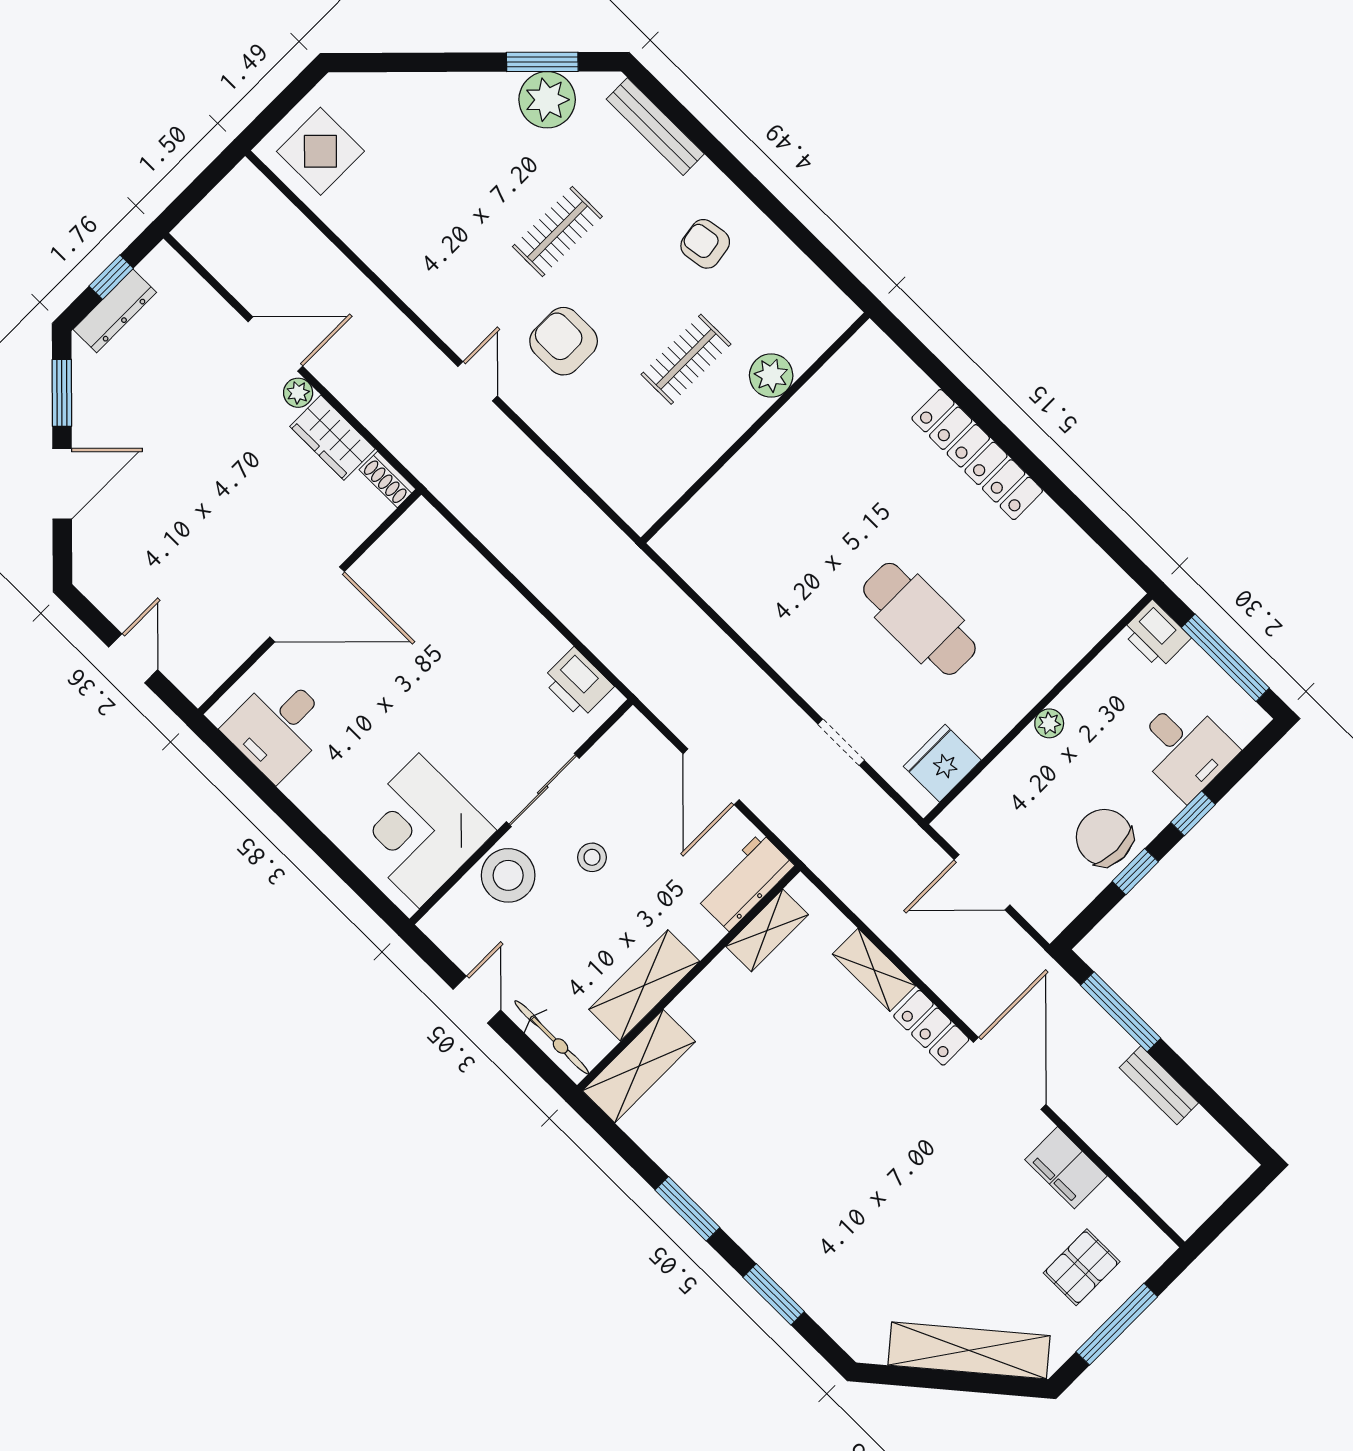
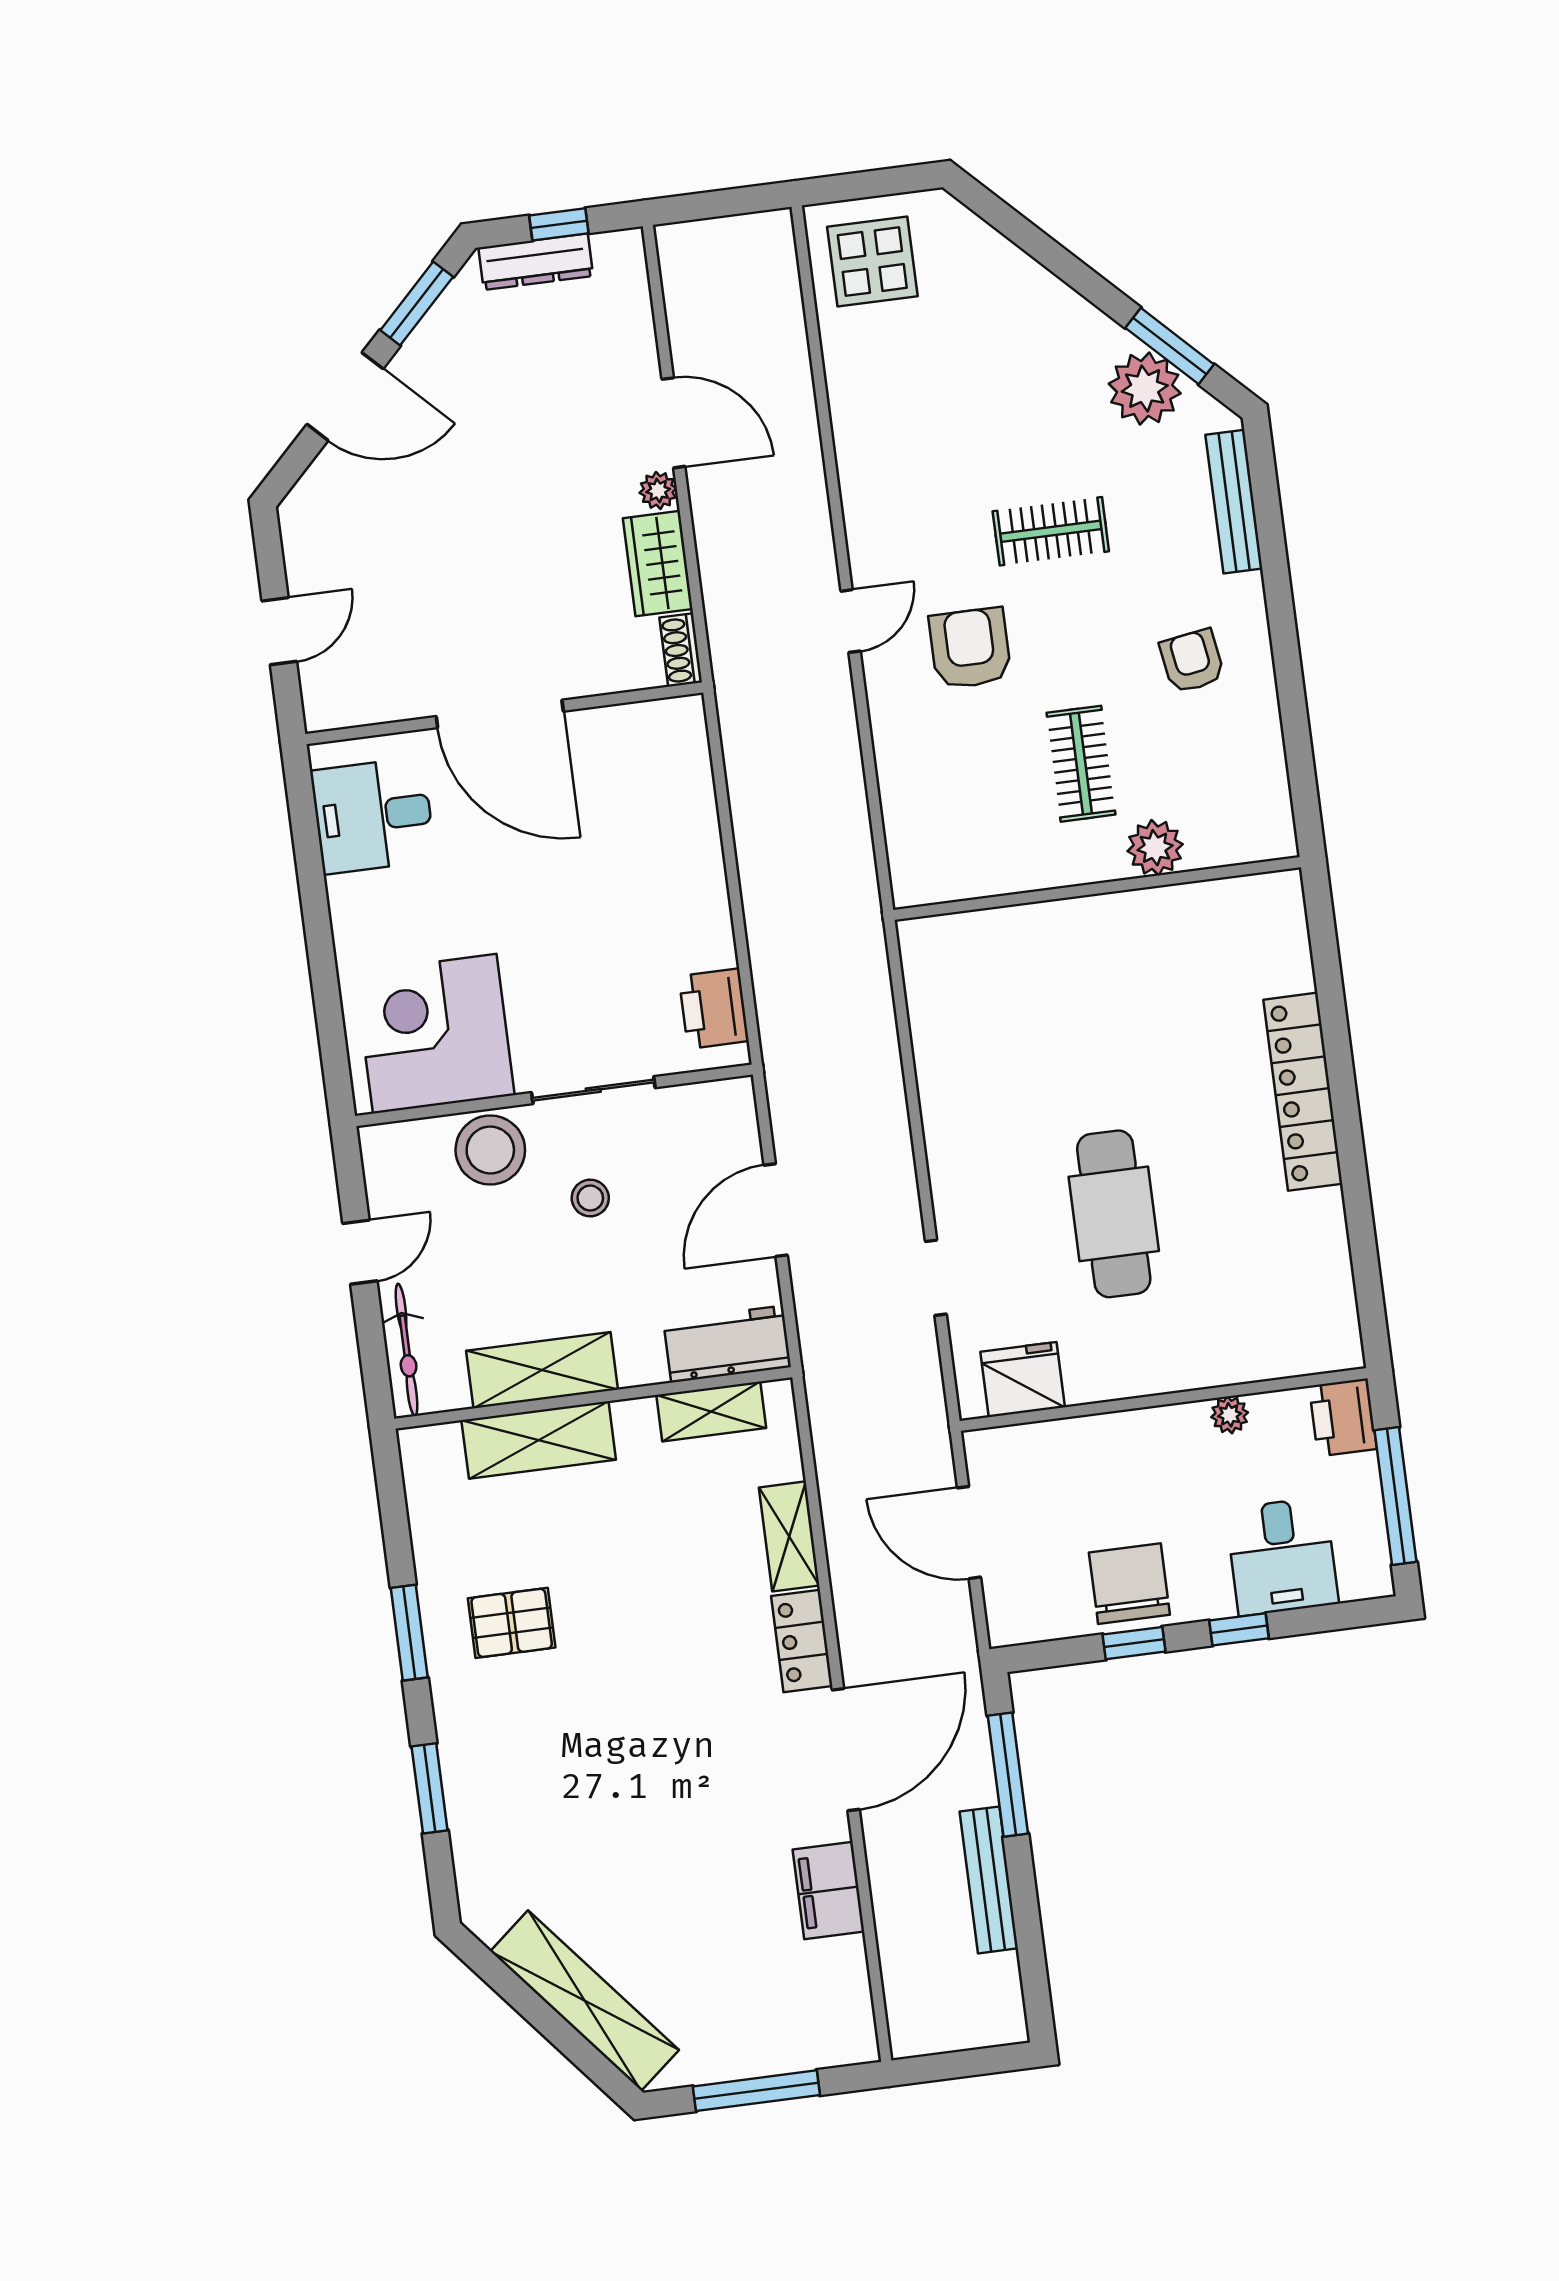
clothes rail: (686, 359) -> (1081, 764), turned 90
plant: (1049, 723) -> (1230, 1415), moved
shelving: (639, 1066) -> (539, 1440), moved
bench: (1159, 1085) -> (989, 1880), width x1.36
pallet: (1082, 1267) -> (512, 1623), moved

